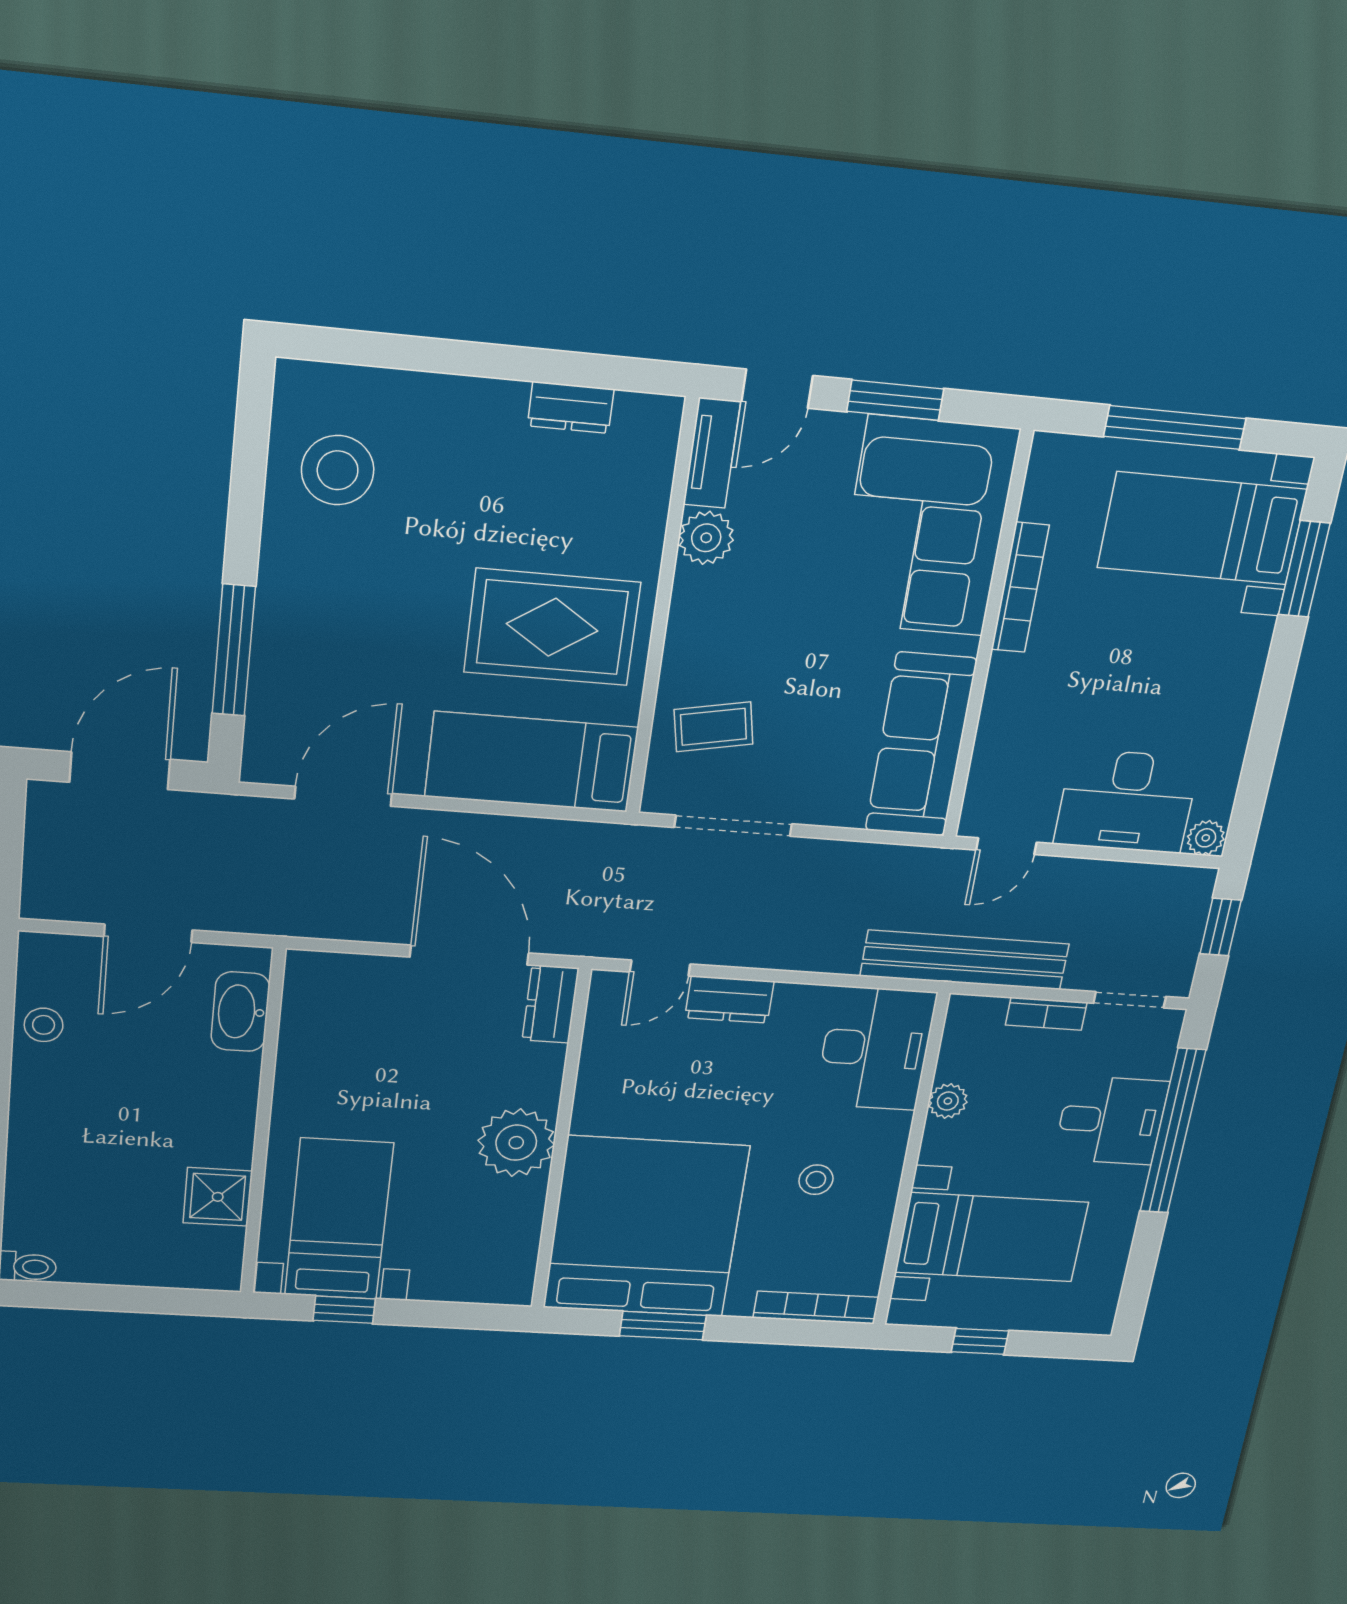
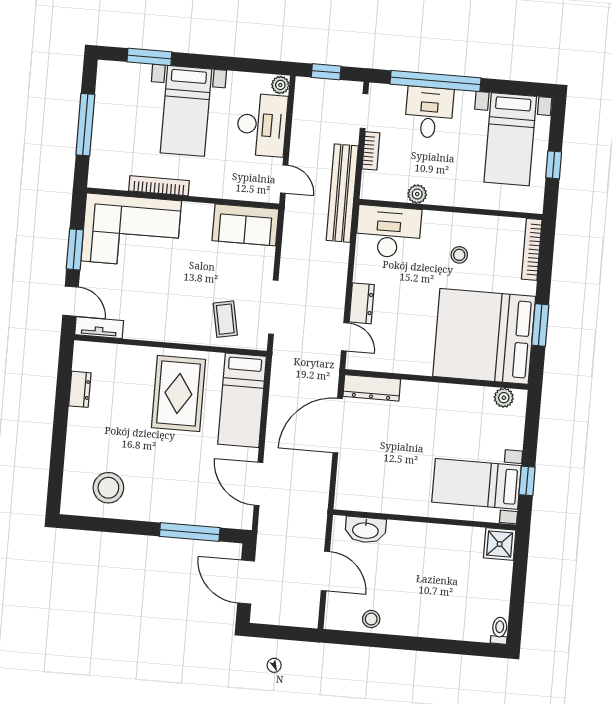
bed with nightstands: (1202, 528) -> (186, 111), moved
plant: (706, 538) -> (137, 328), removed
sofa: (921, 745) -> (245, 225), width x0.73
dresser: (551, 1004) -> (372, 388), width x1.44
plant: (516, 1143) -> (504, 398), moved, width x0.53, depth x0.53
shower: (218, 1197) -> (500, 544), moved
bed with nightstands: (992, 1237) -> (510, 139), moved, turned 180

